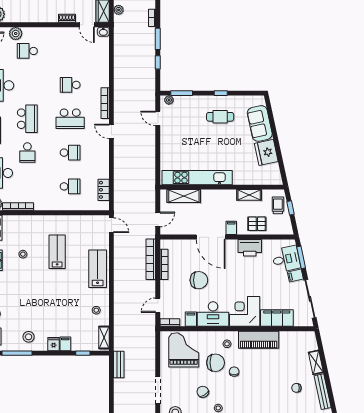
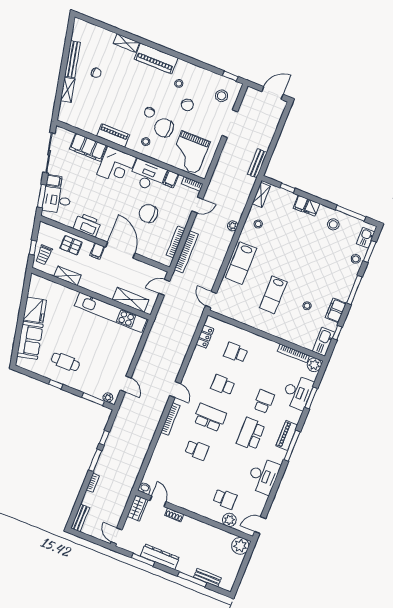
plant: (119, 10) -> (233, 226), moved
piano: (259, 340) -> (113, 135), width x0.73, depth x0.75

